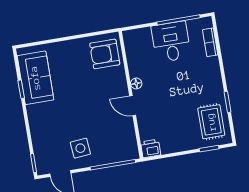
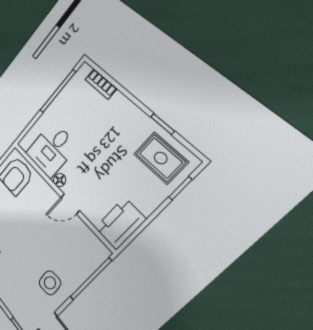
desk: (171, 42) -> (52, 149), moved, turned -90
printer: (151, 148) -> (120, 224), width x1.87, depth x1.48

